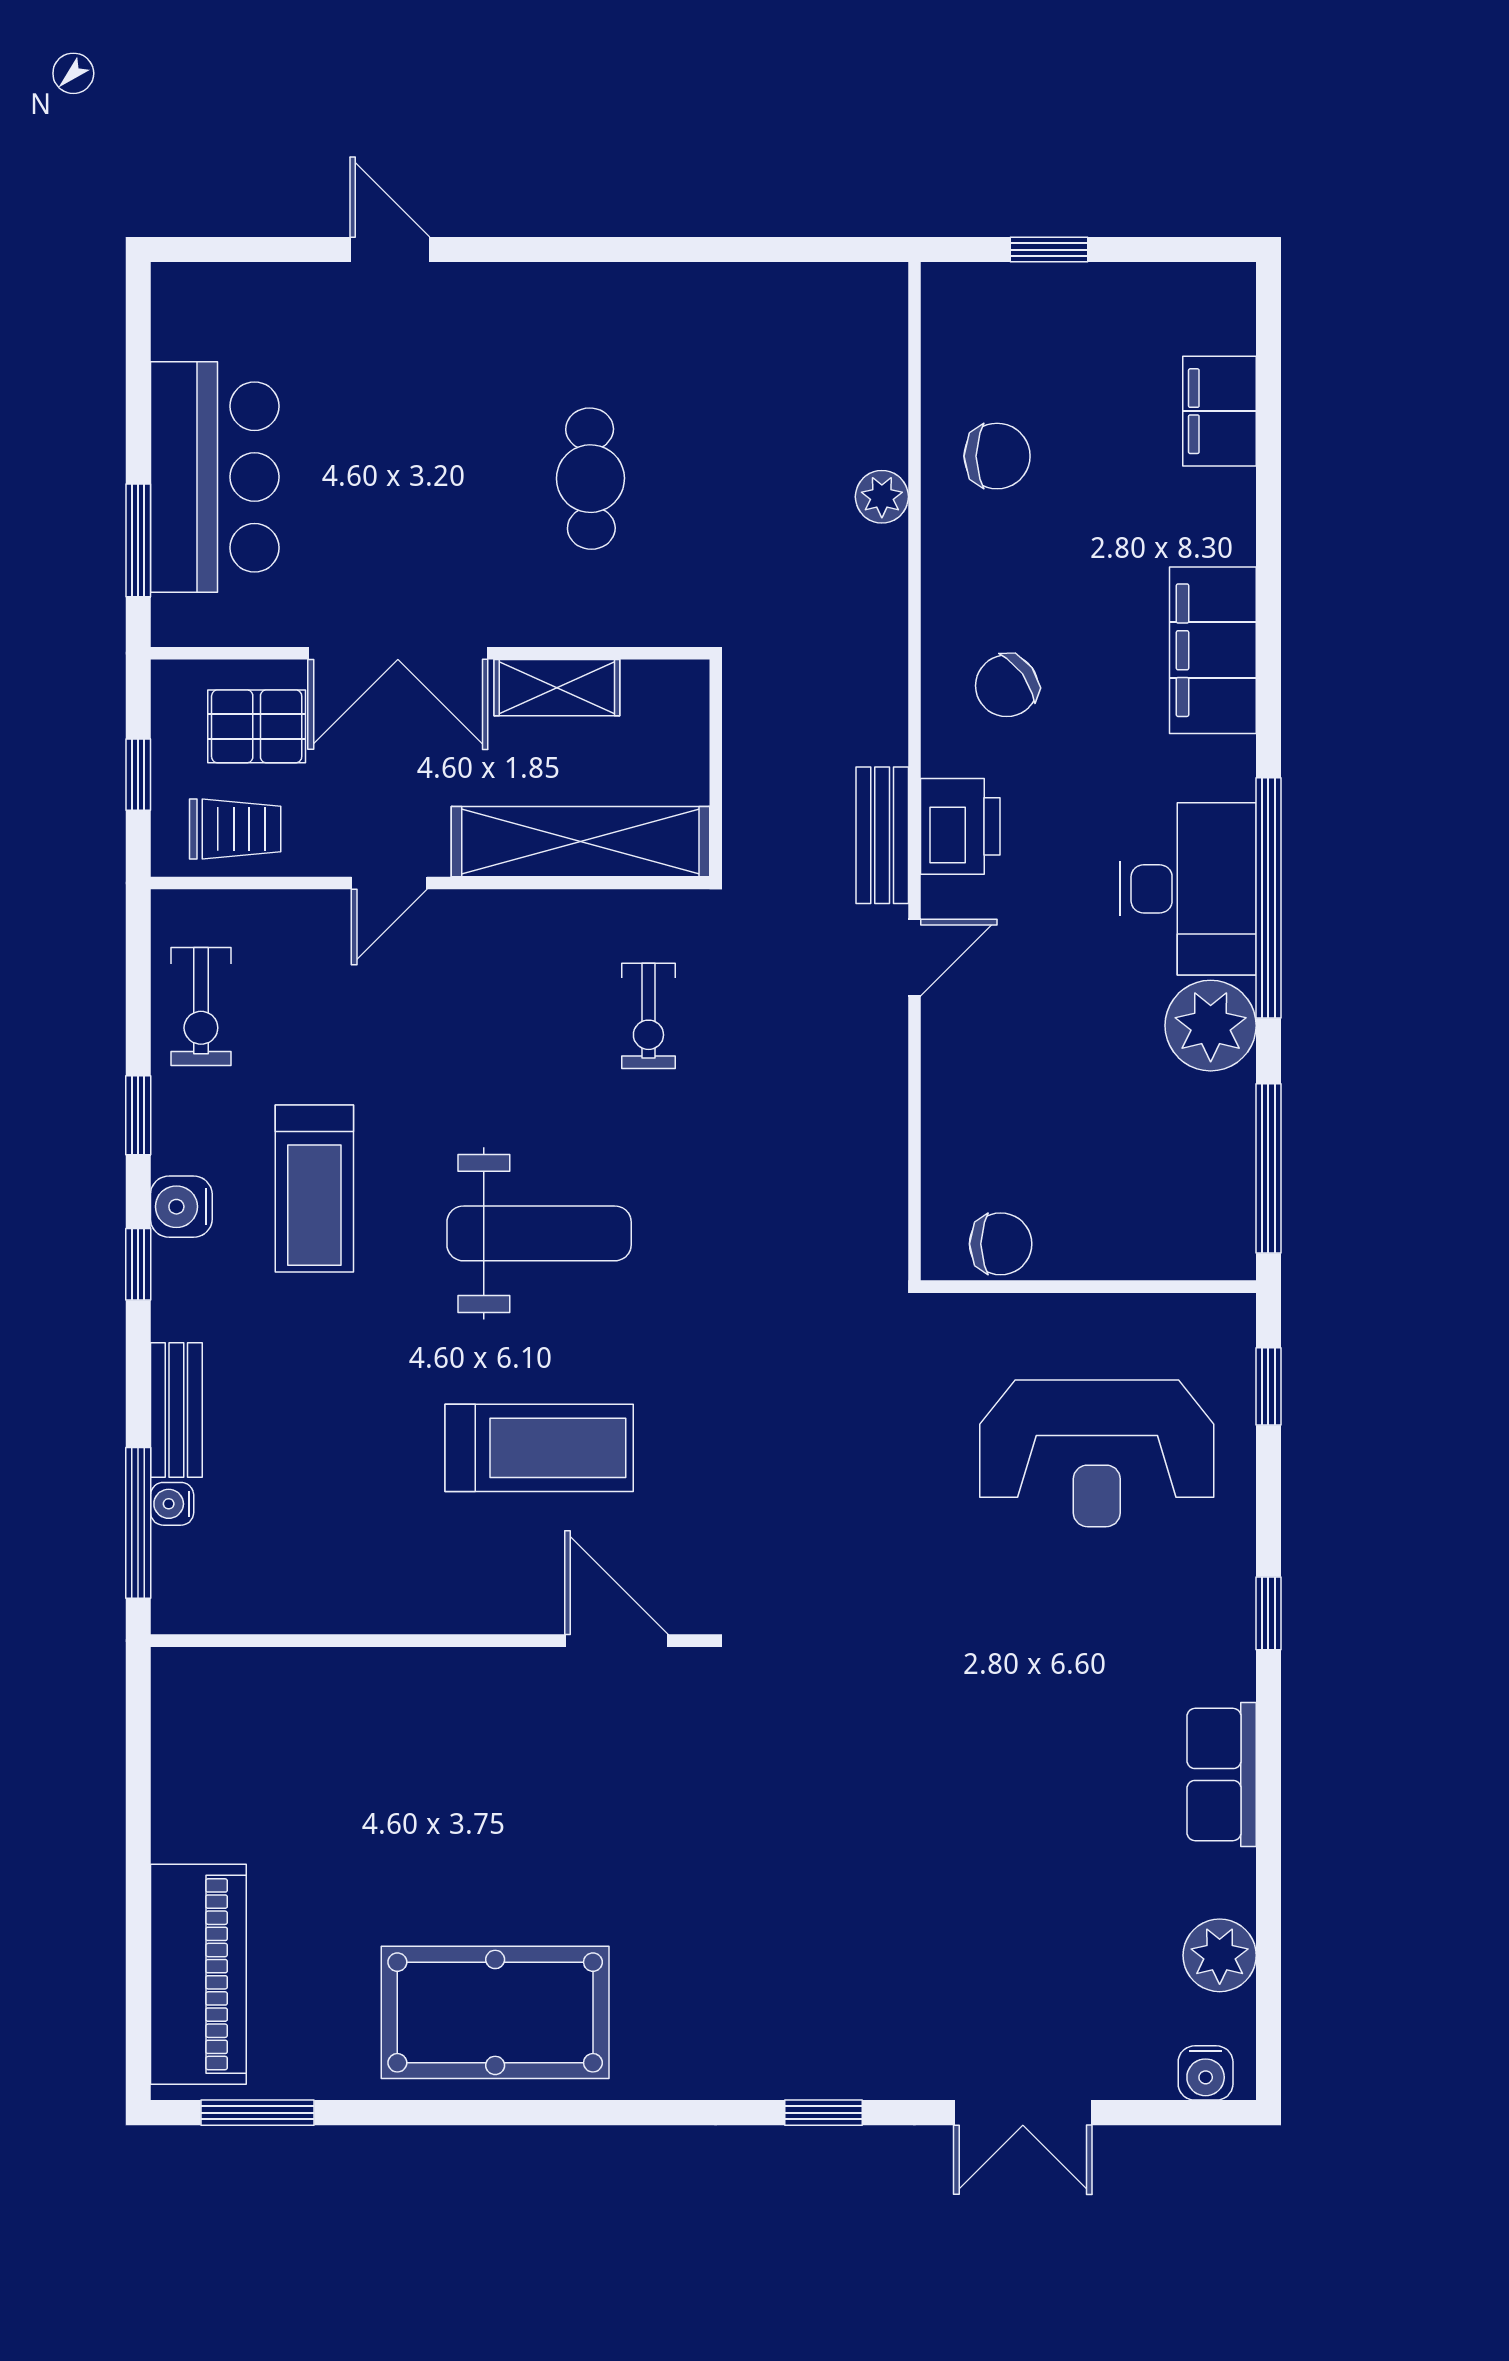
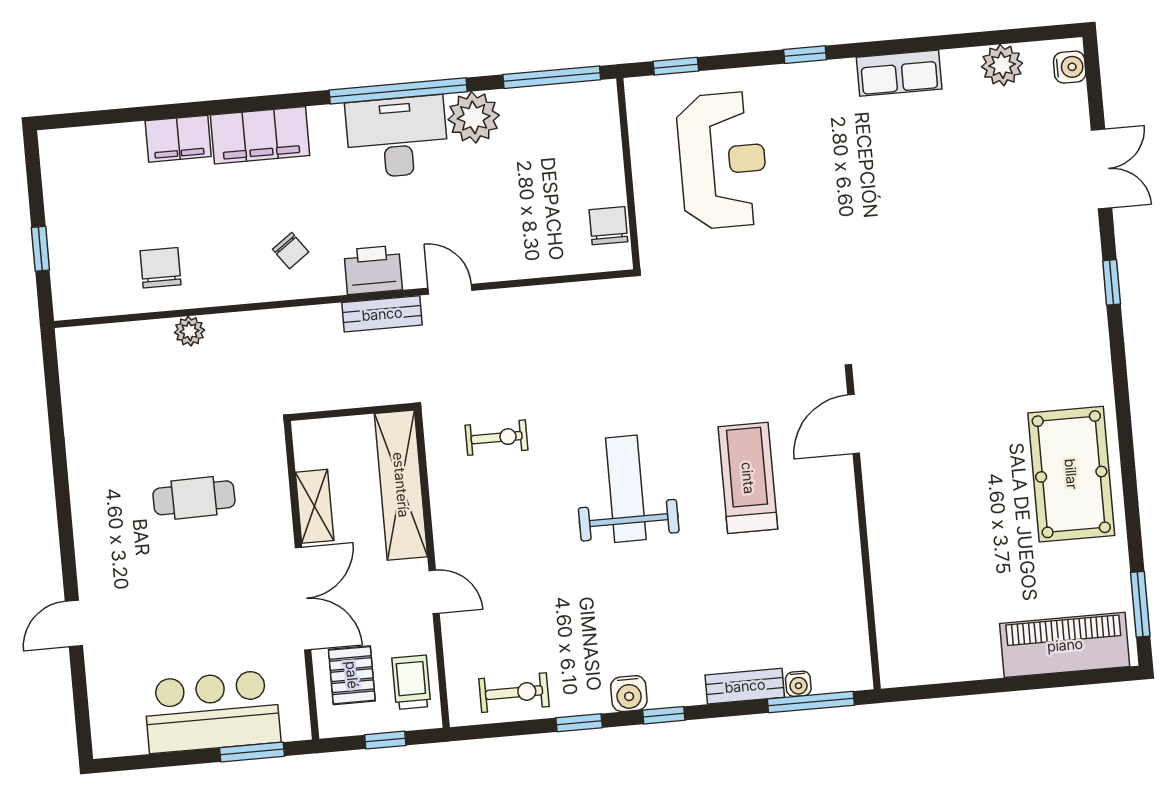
filing cabinet: (1219, 411) -> (178, 139), moved
chair: (1007, 686) -> (291, 251), width x0.73, depth x0.73
treadmill: (314, 1188) -> (612, 619), removed

